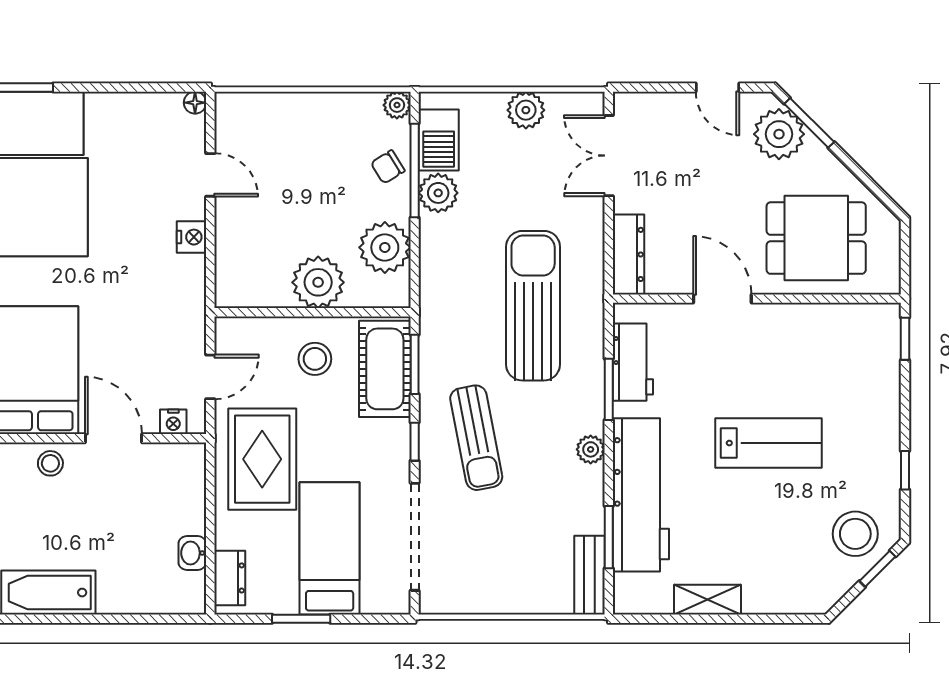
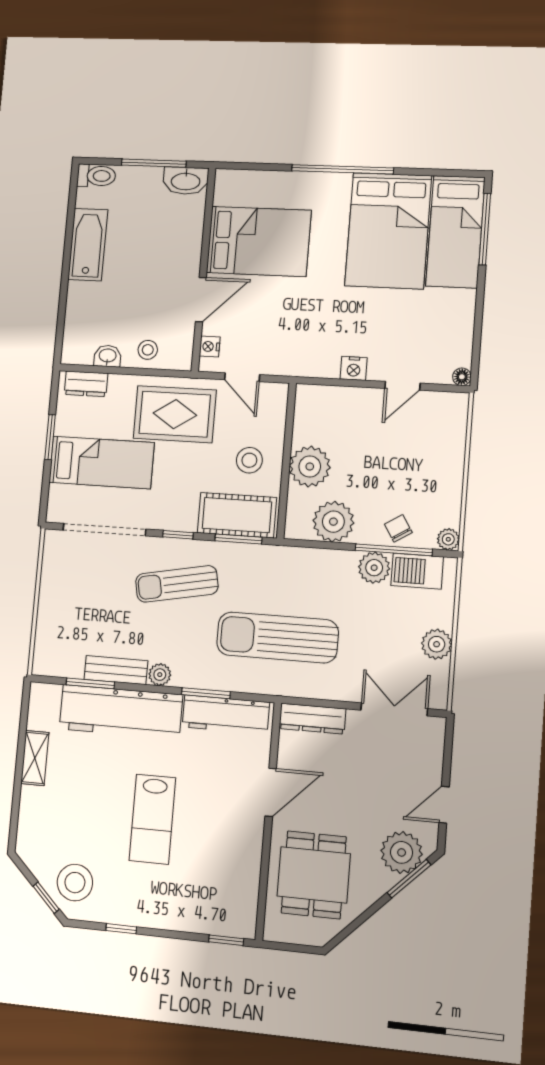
sun lounger: (533, 306) -> (277, 638), turned 180
workbench: (633, 362) -> (226, 715), width x1.37
stool: (50, 463) -> (148, 350), moved
bench: (590, 575) -> (116, 670), moved

